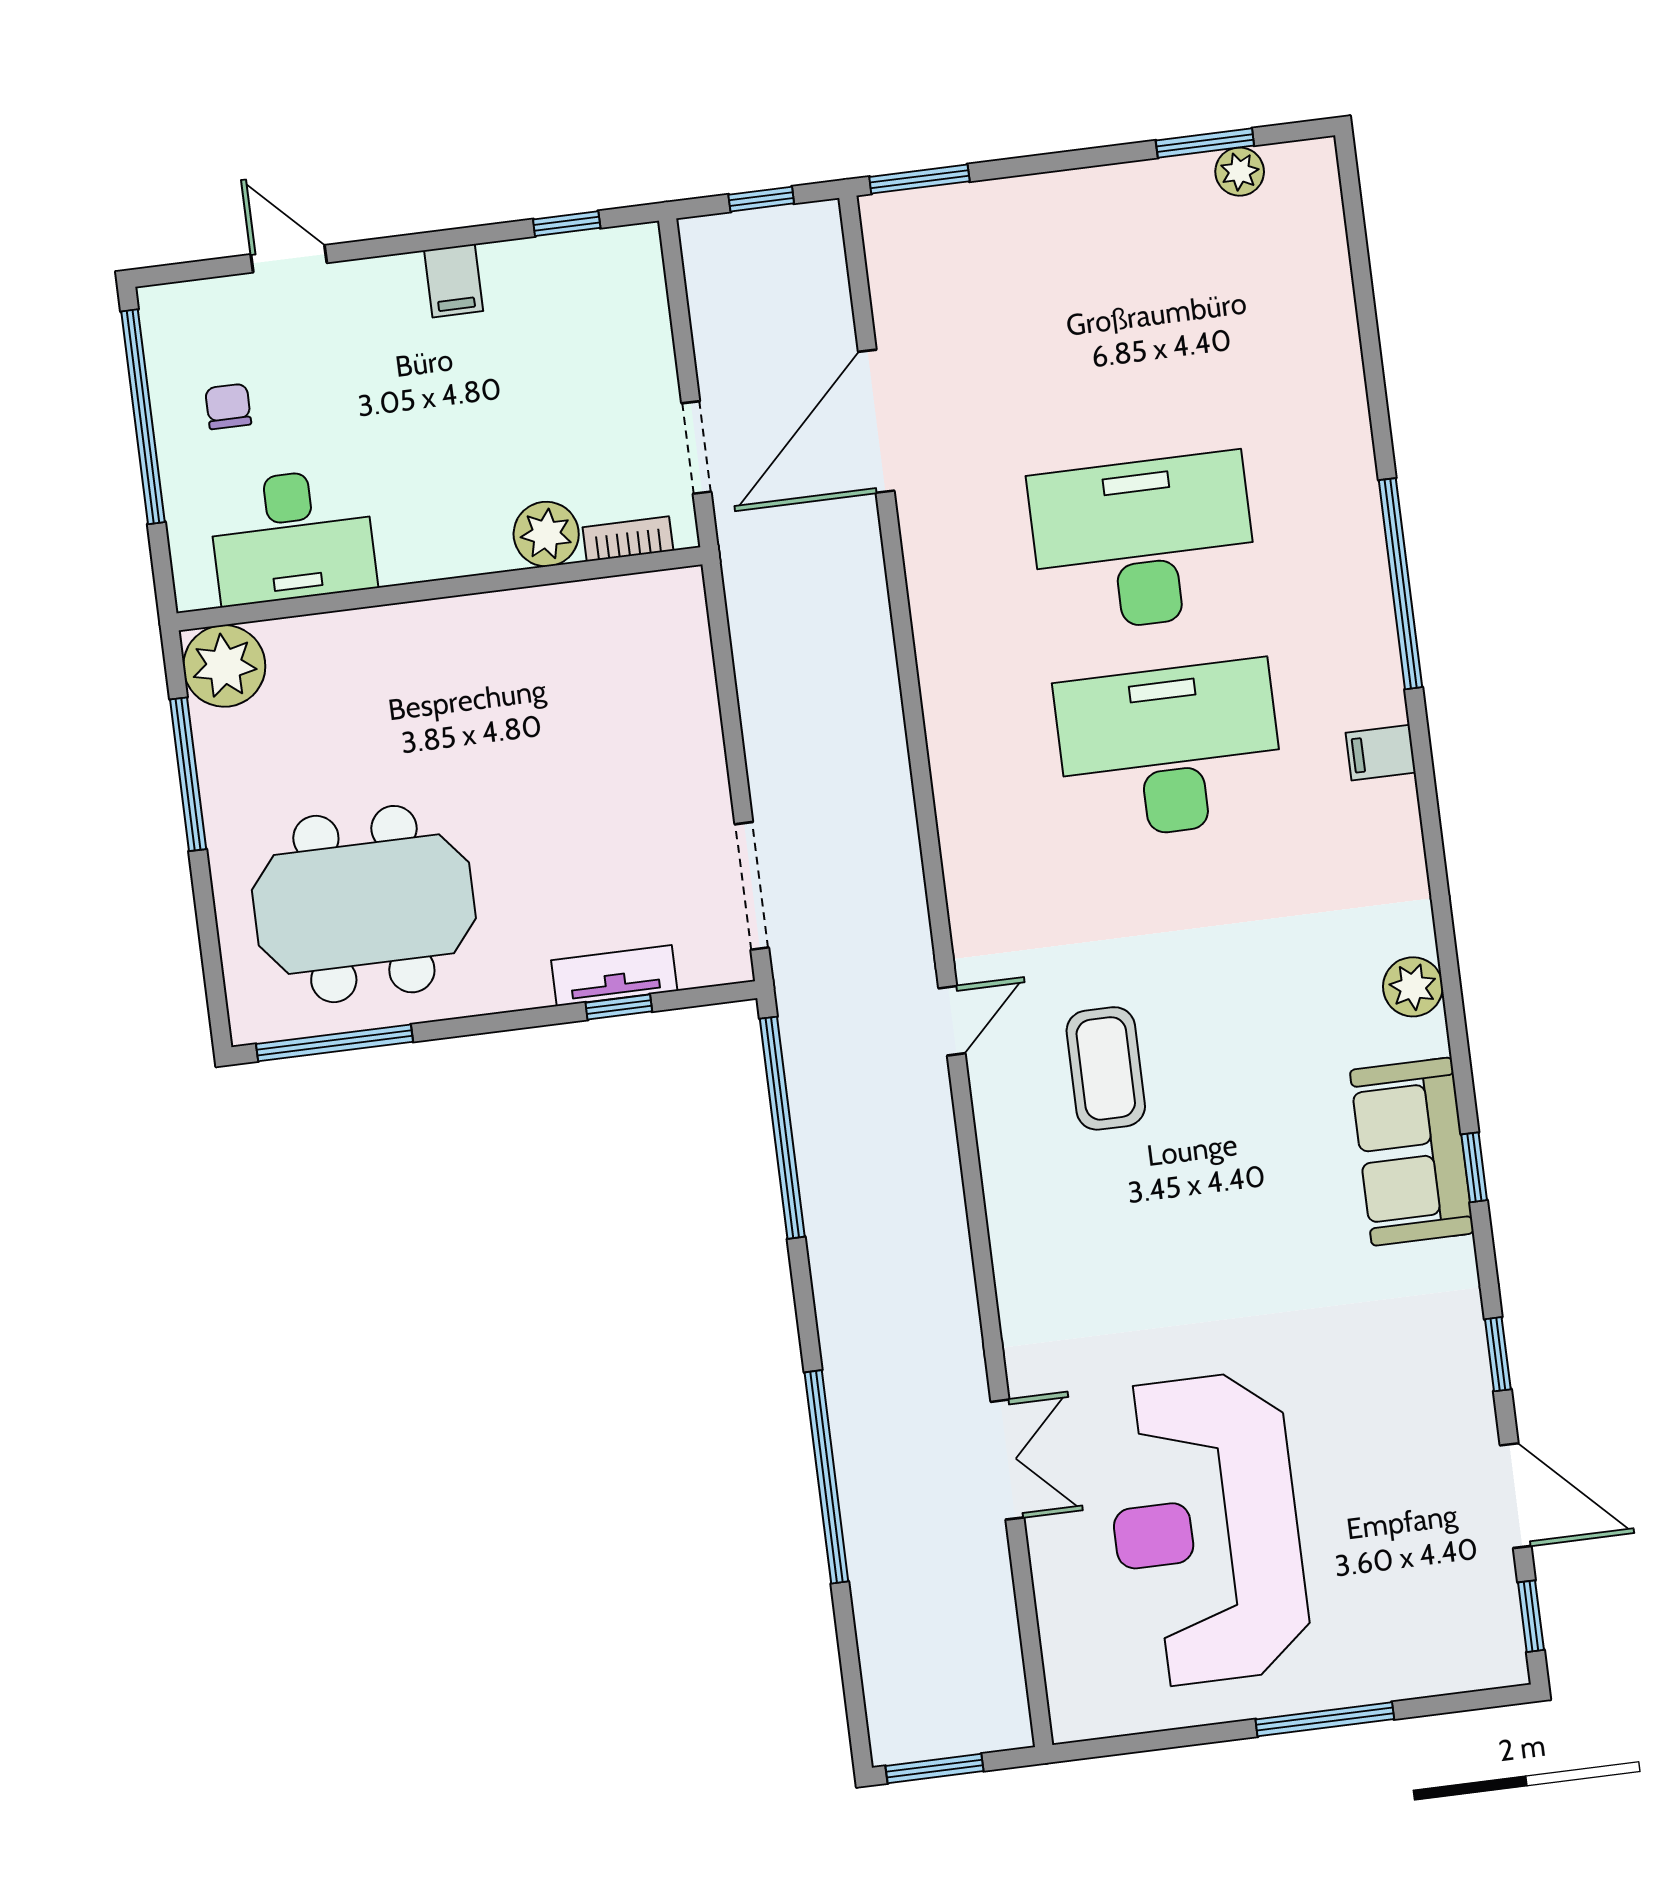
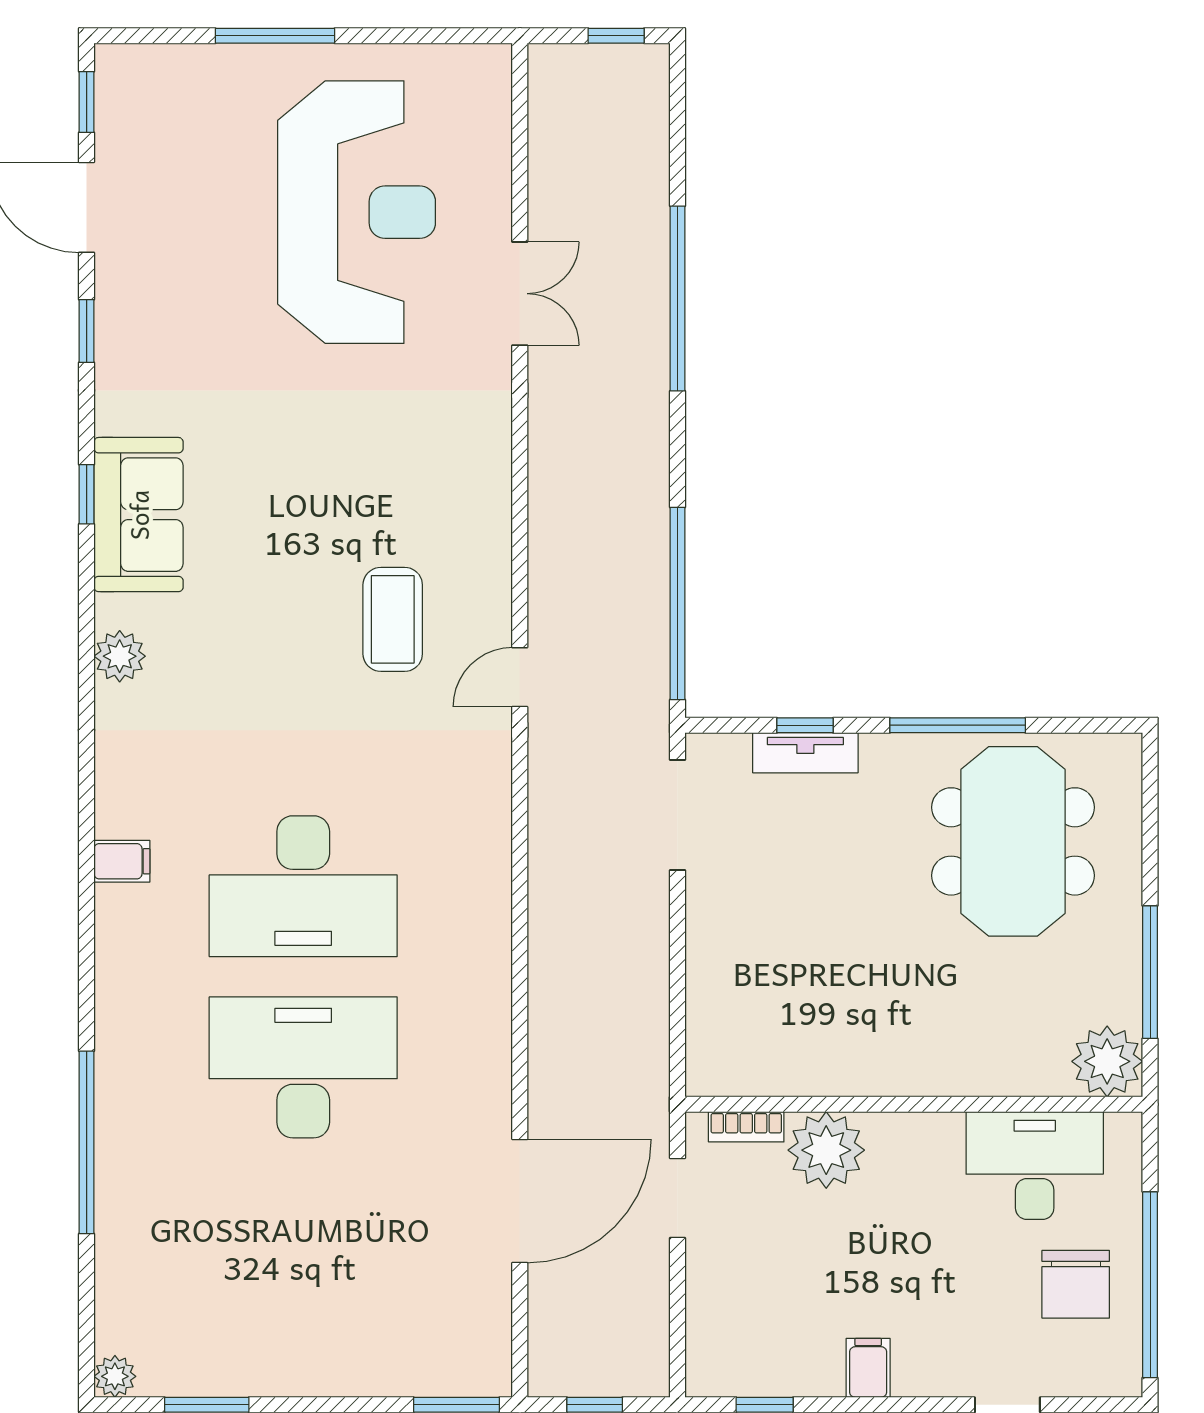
plant: (1240, 172) -> (115, 1376), moved
chair: (228, 406) -> (1076, 1284), width x1.87, depth x1.87
plant: (546, 534) -> (826, 1150), width x1.36, depth x1.36
desk: (1143, 543) -> (303, 1067), turned 180
window: (1400, 584) -> (87, 1142), moved
meeting table: (364, 904) -> (1013, 841), turned 90
window: (334, 1043) -> (958, 725), moved
double door: (1007, 1460) -> (520, 294), swing flipped
window: (935, 1768) -> (616, 36), width x0.67

